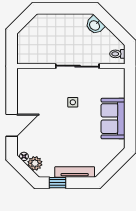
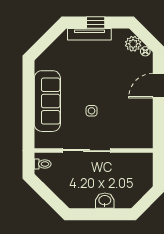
washbasin: (95, 25) -> (105, 201), moved, turned -45
sofa: (113, 119) -> (47, 101), width x1.36
window: (58, 183) -> (96, 22), moved

